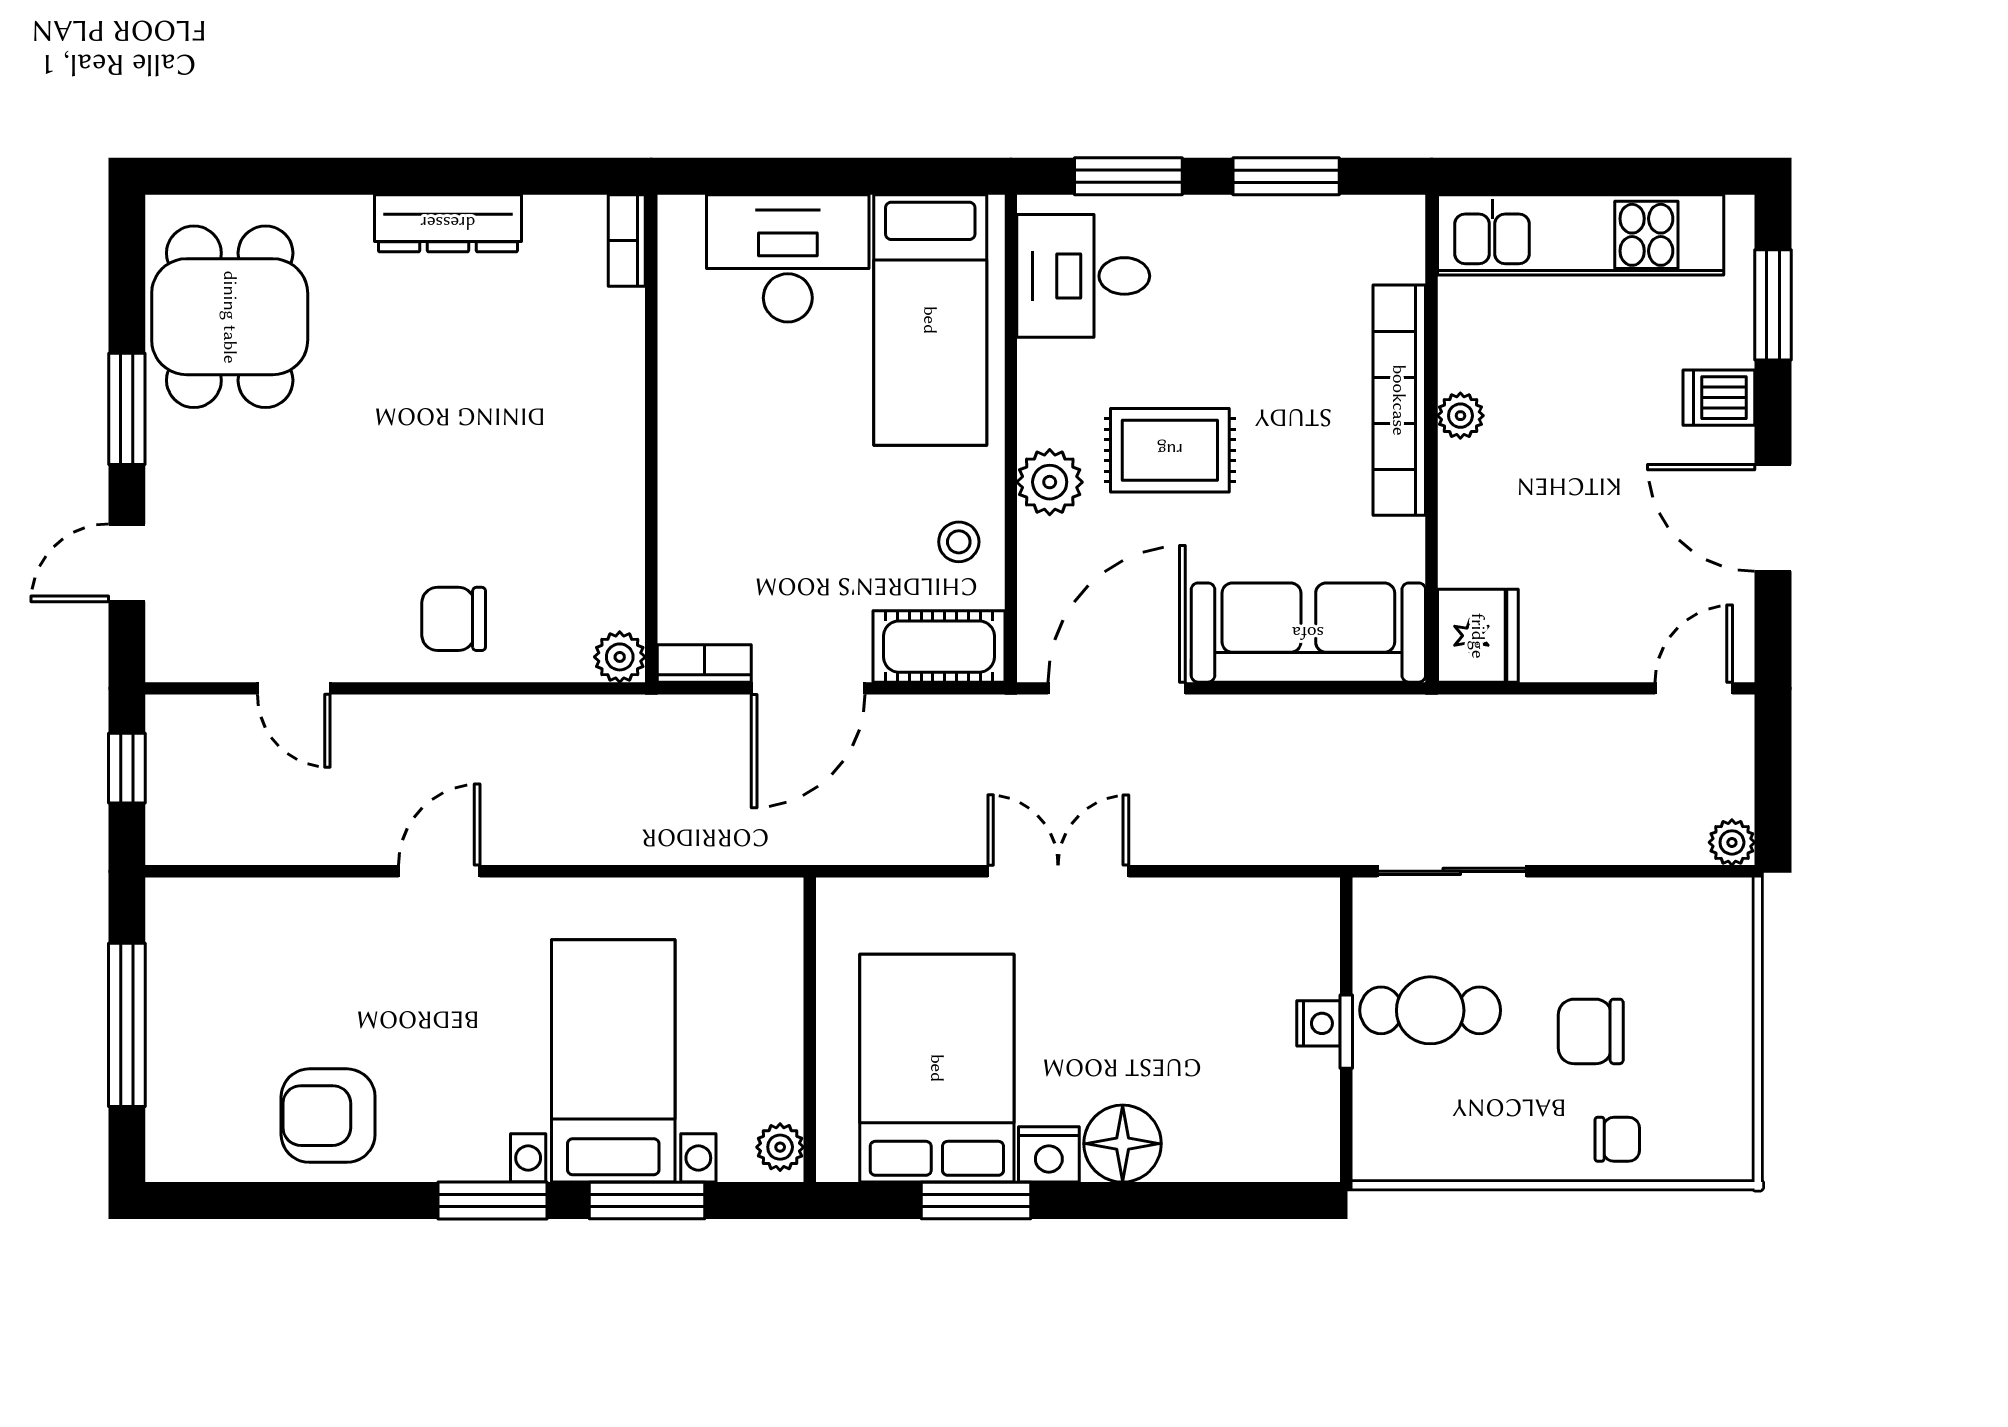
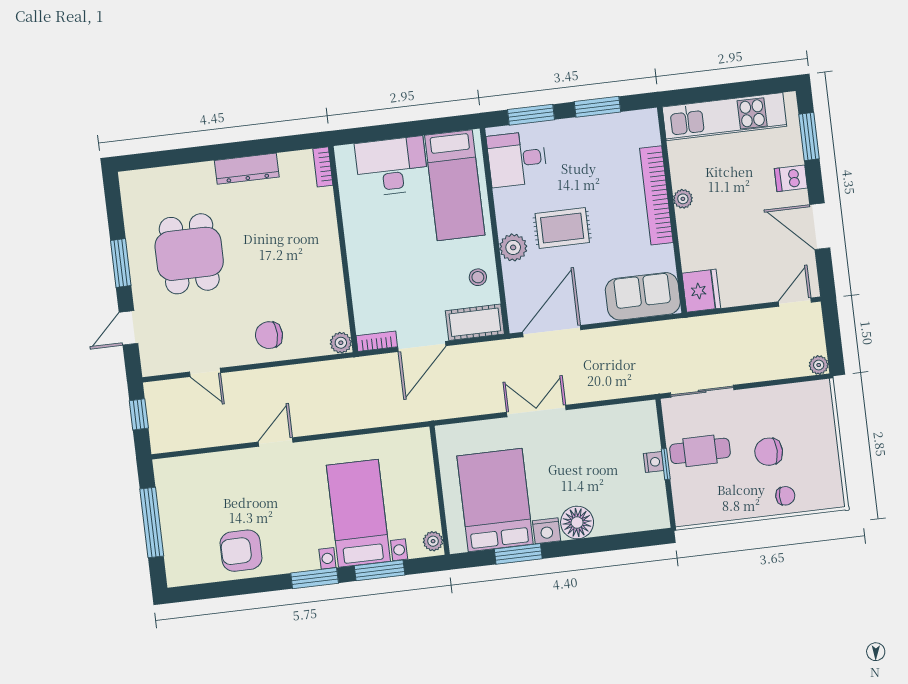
dining table: (230, 317) -> (189, 254), moved
sofa: (1308, 633) -> (643, 296), width x0.73

